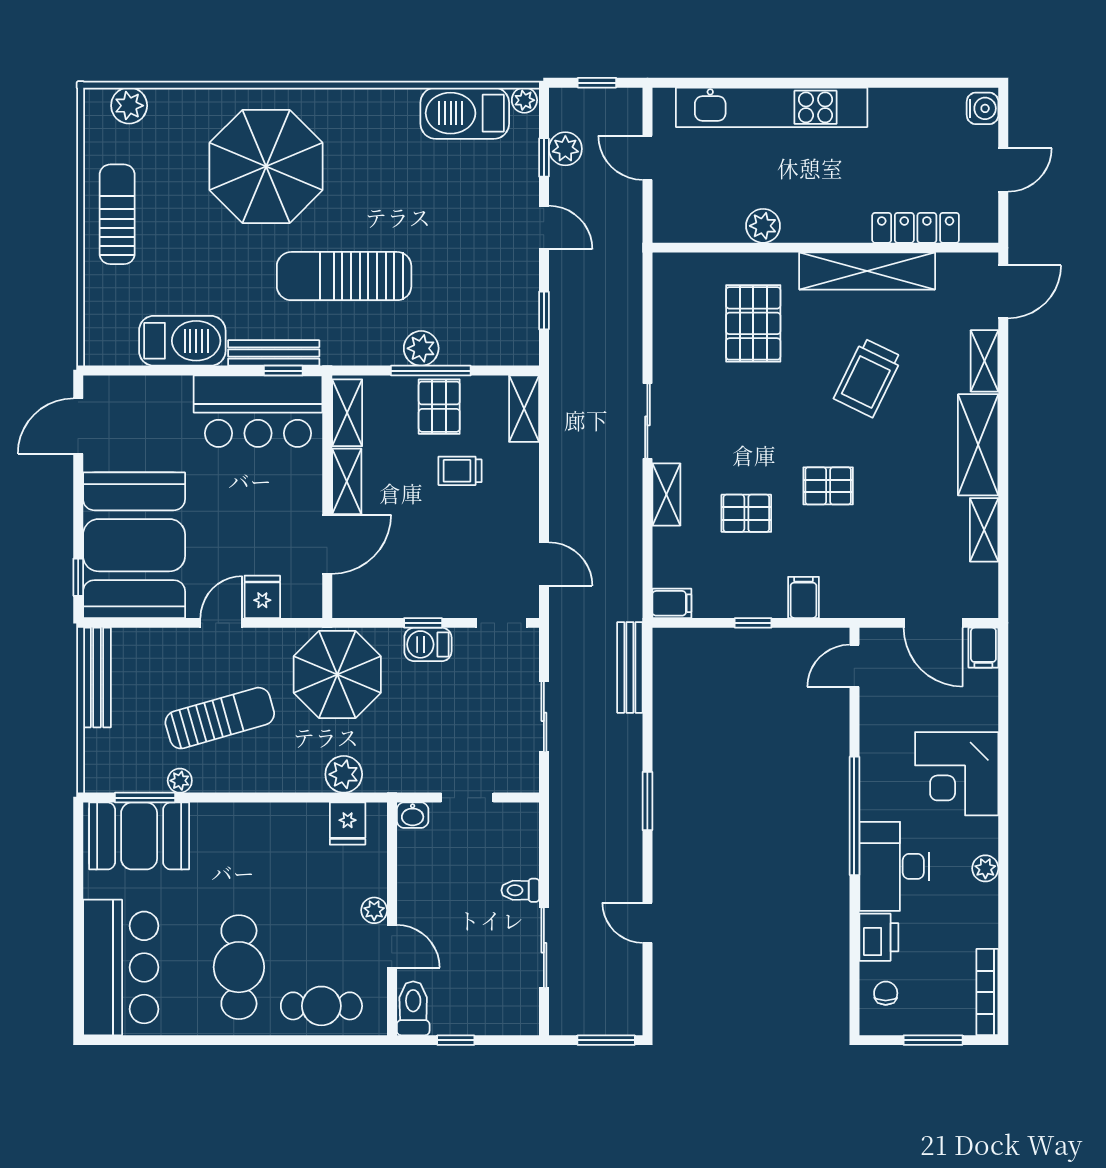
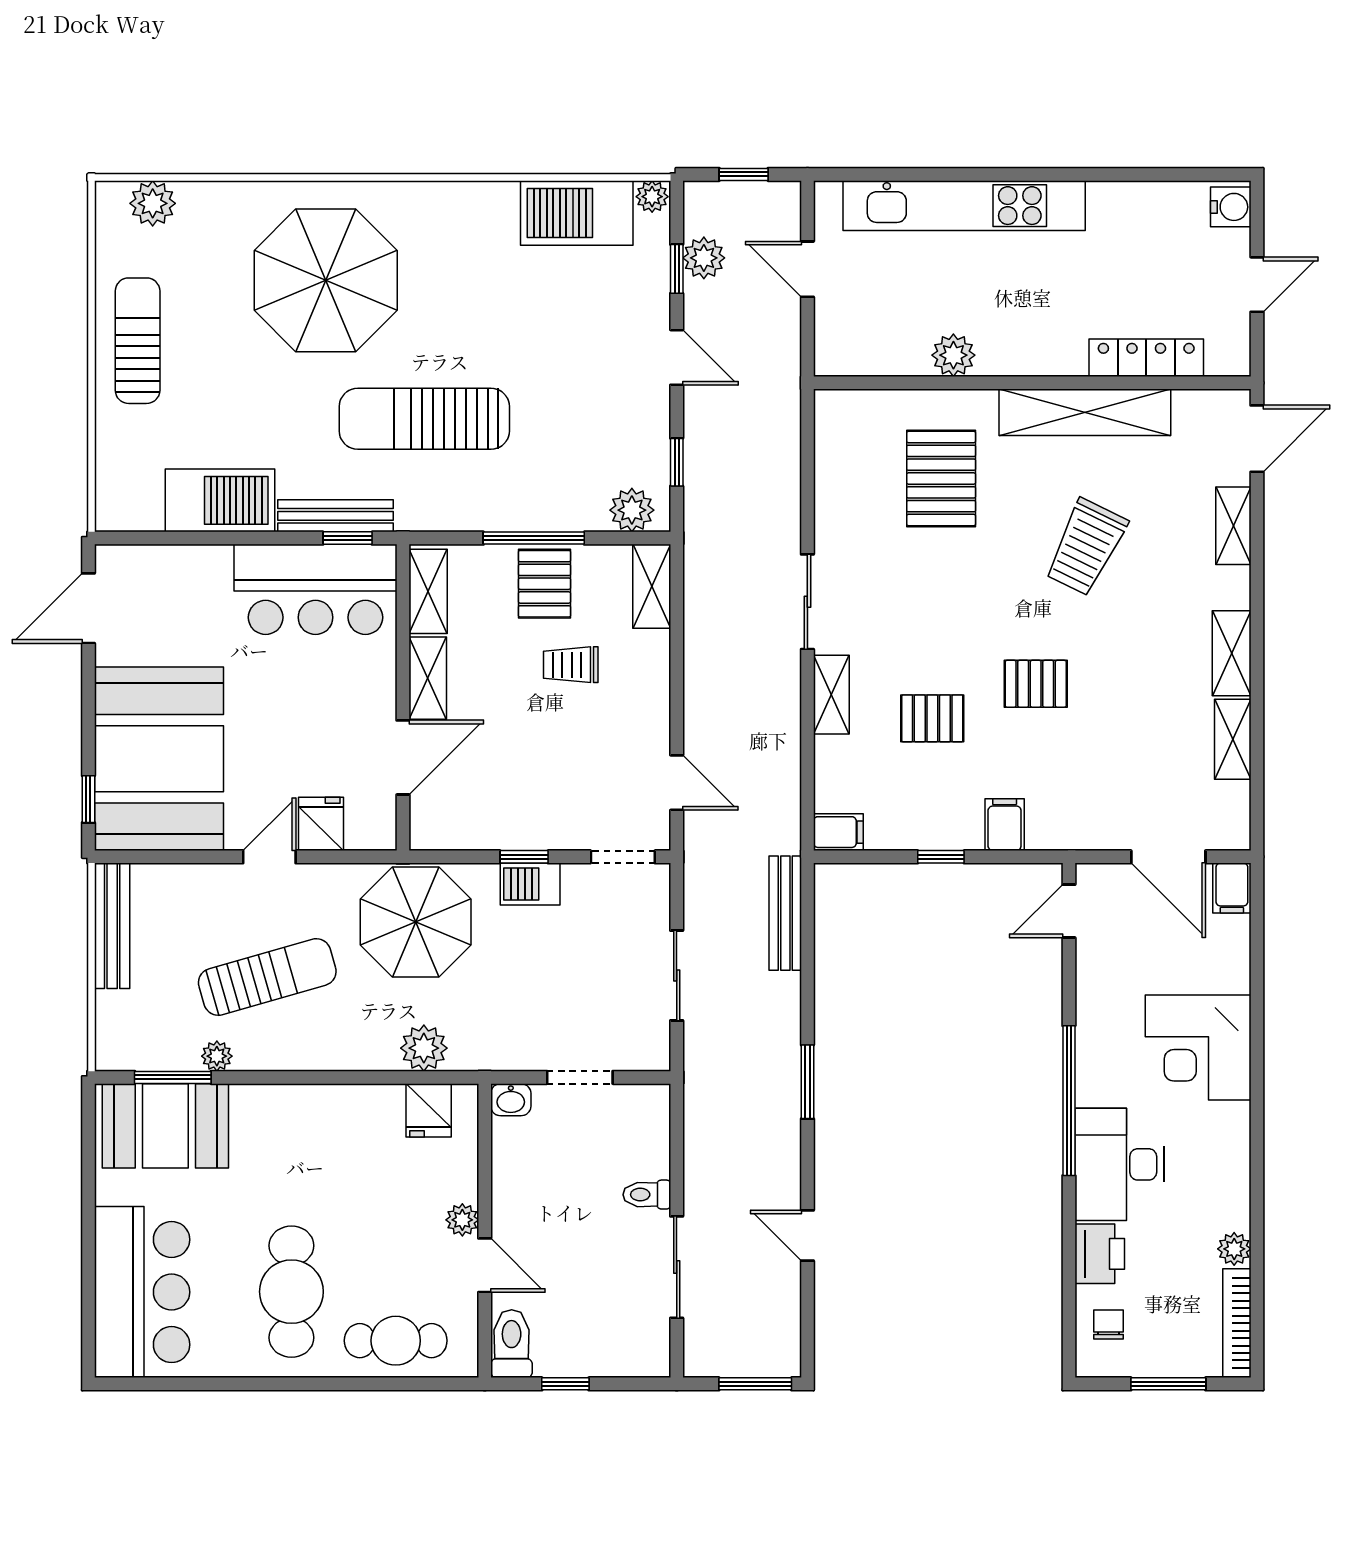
plant: (421, 348) -> (632, 510), moved
shelving: (978, 445) -> (1232, 653), width x0.67, depth x0.75
plant: (985, 868) -> (1234, 1249), moved

